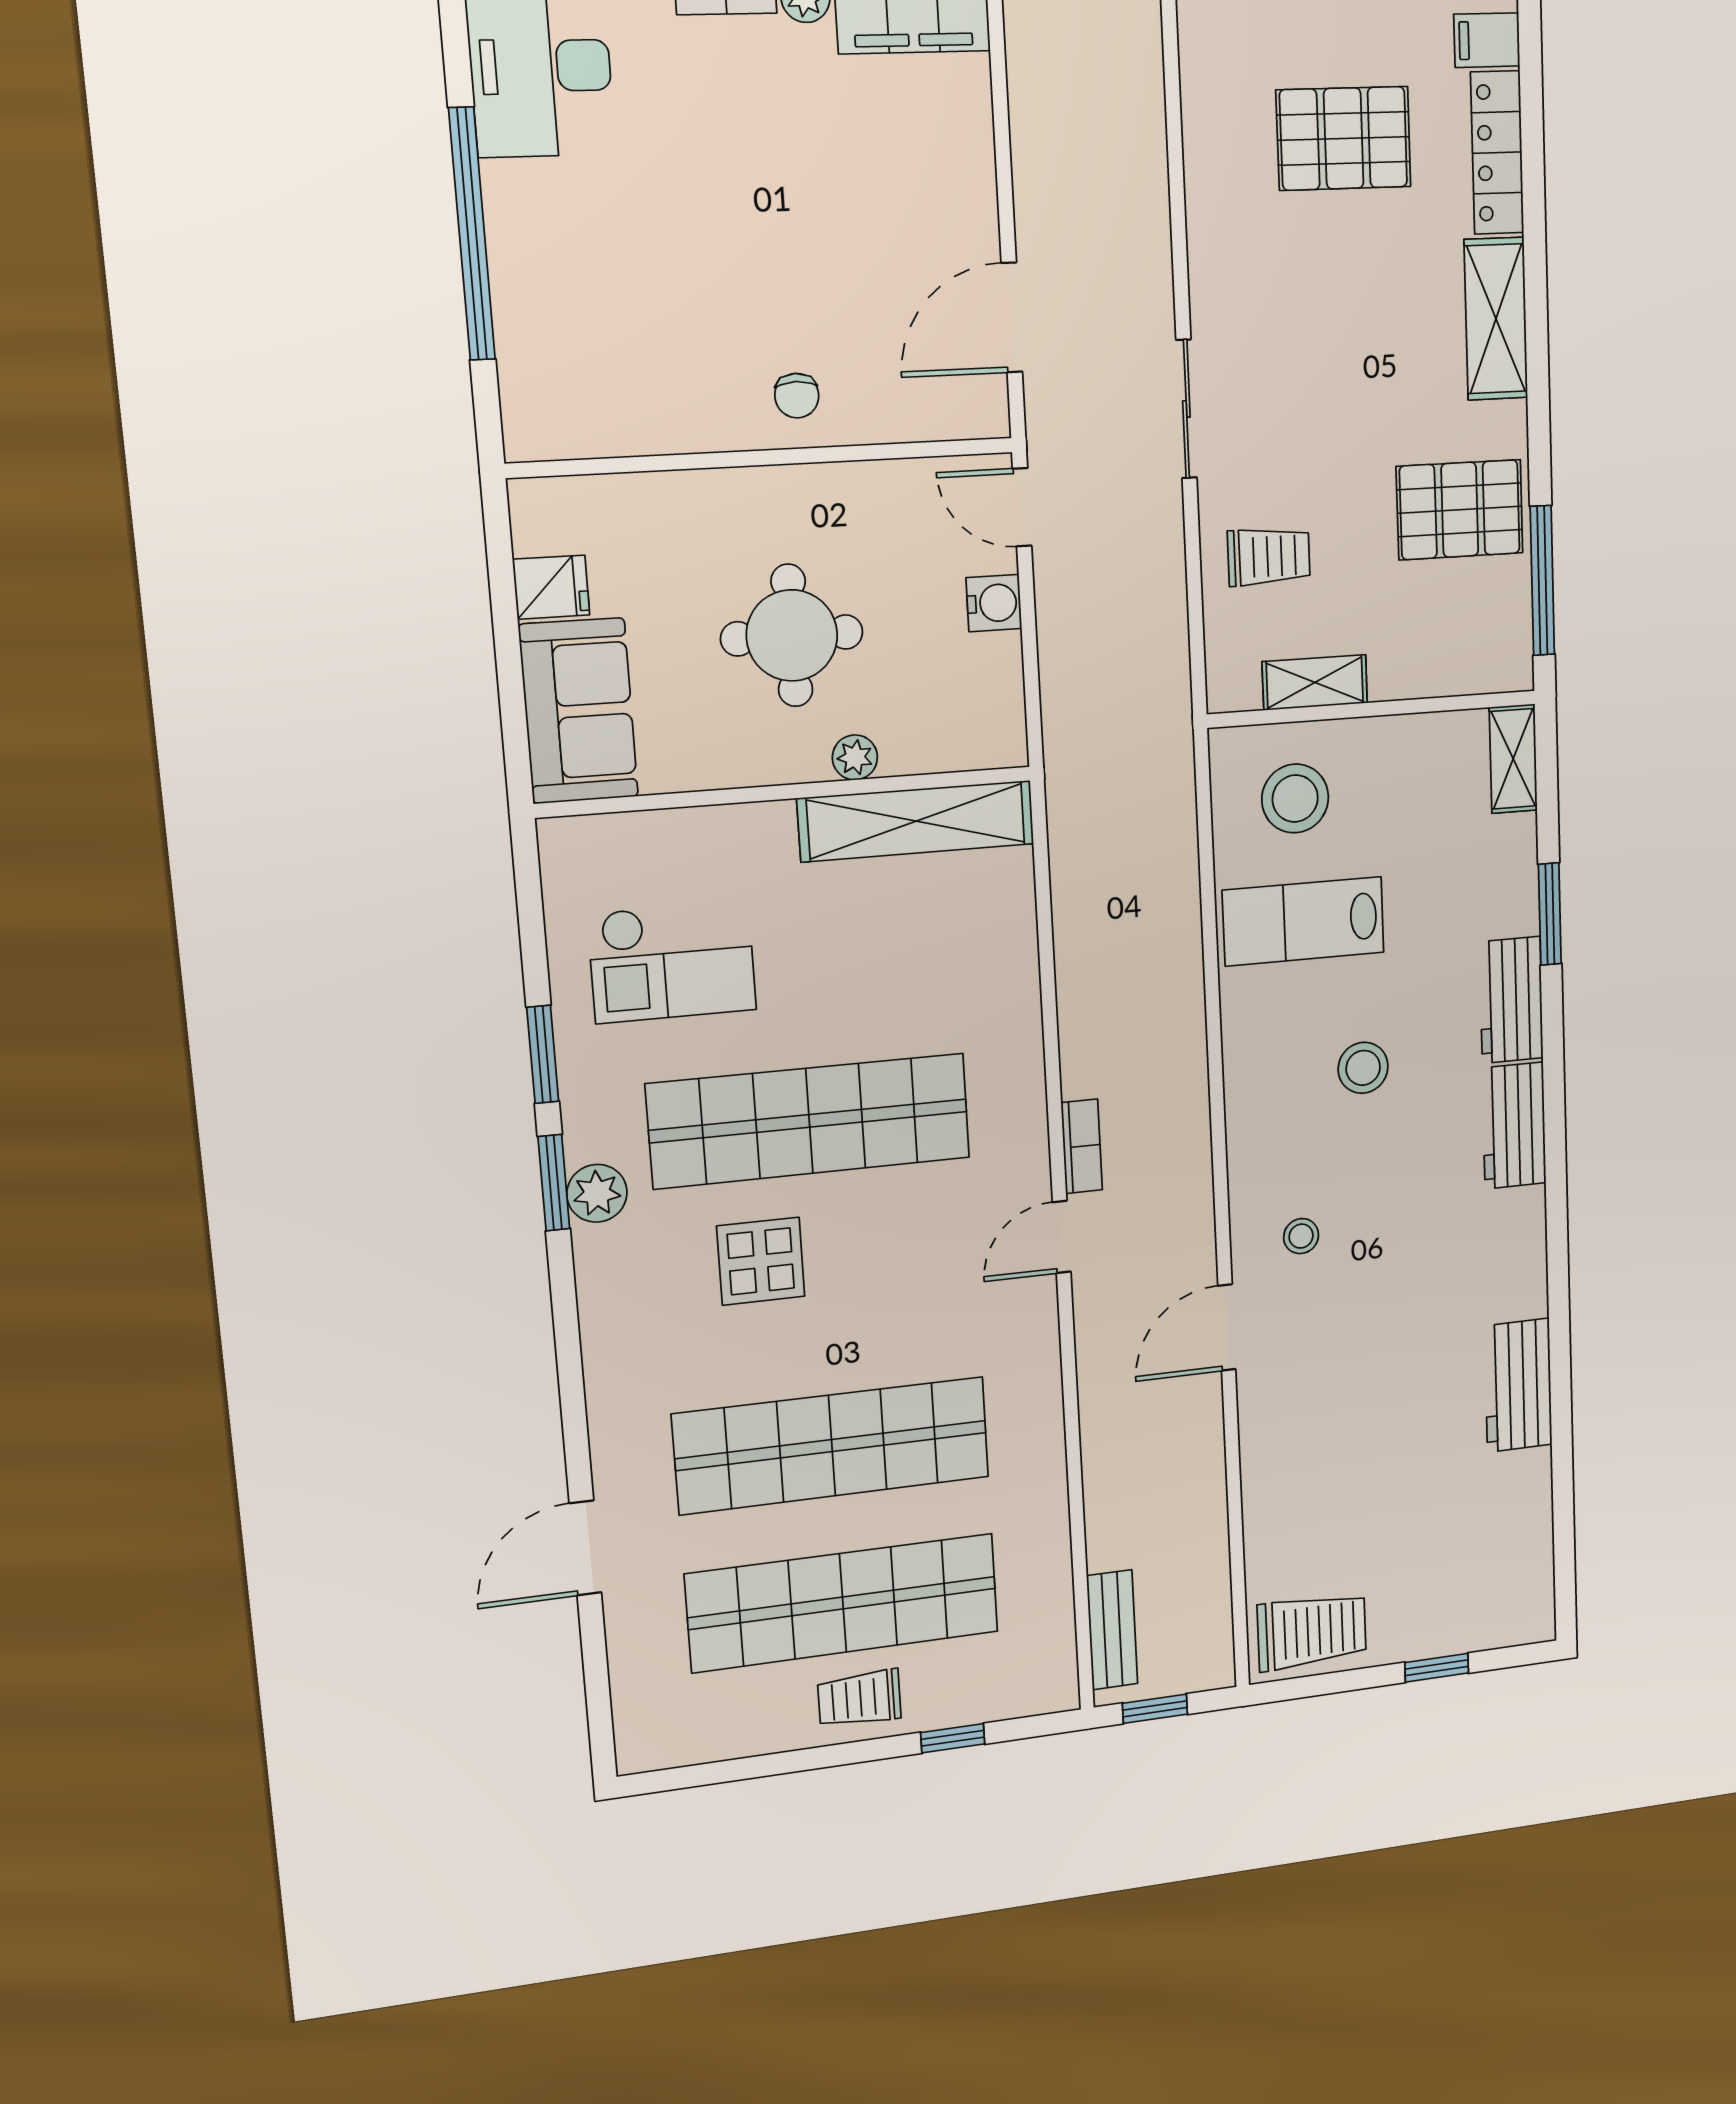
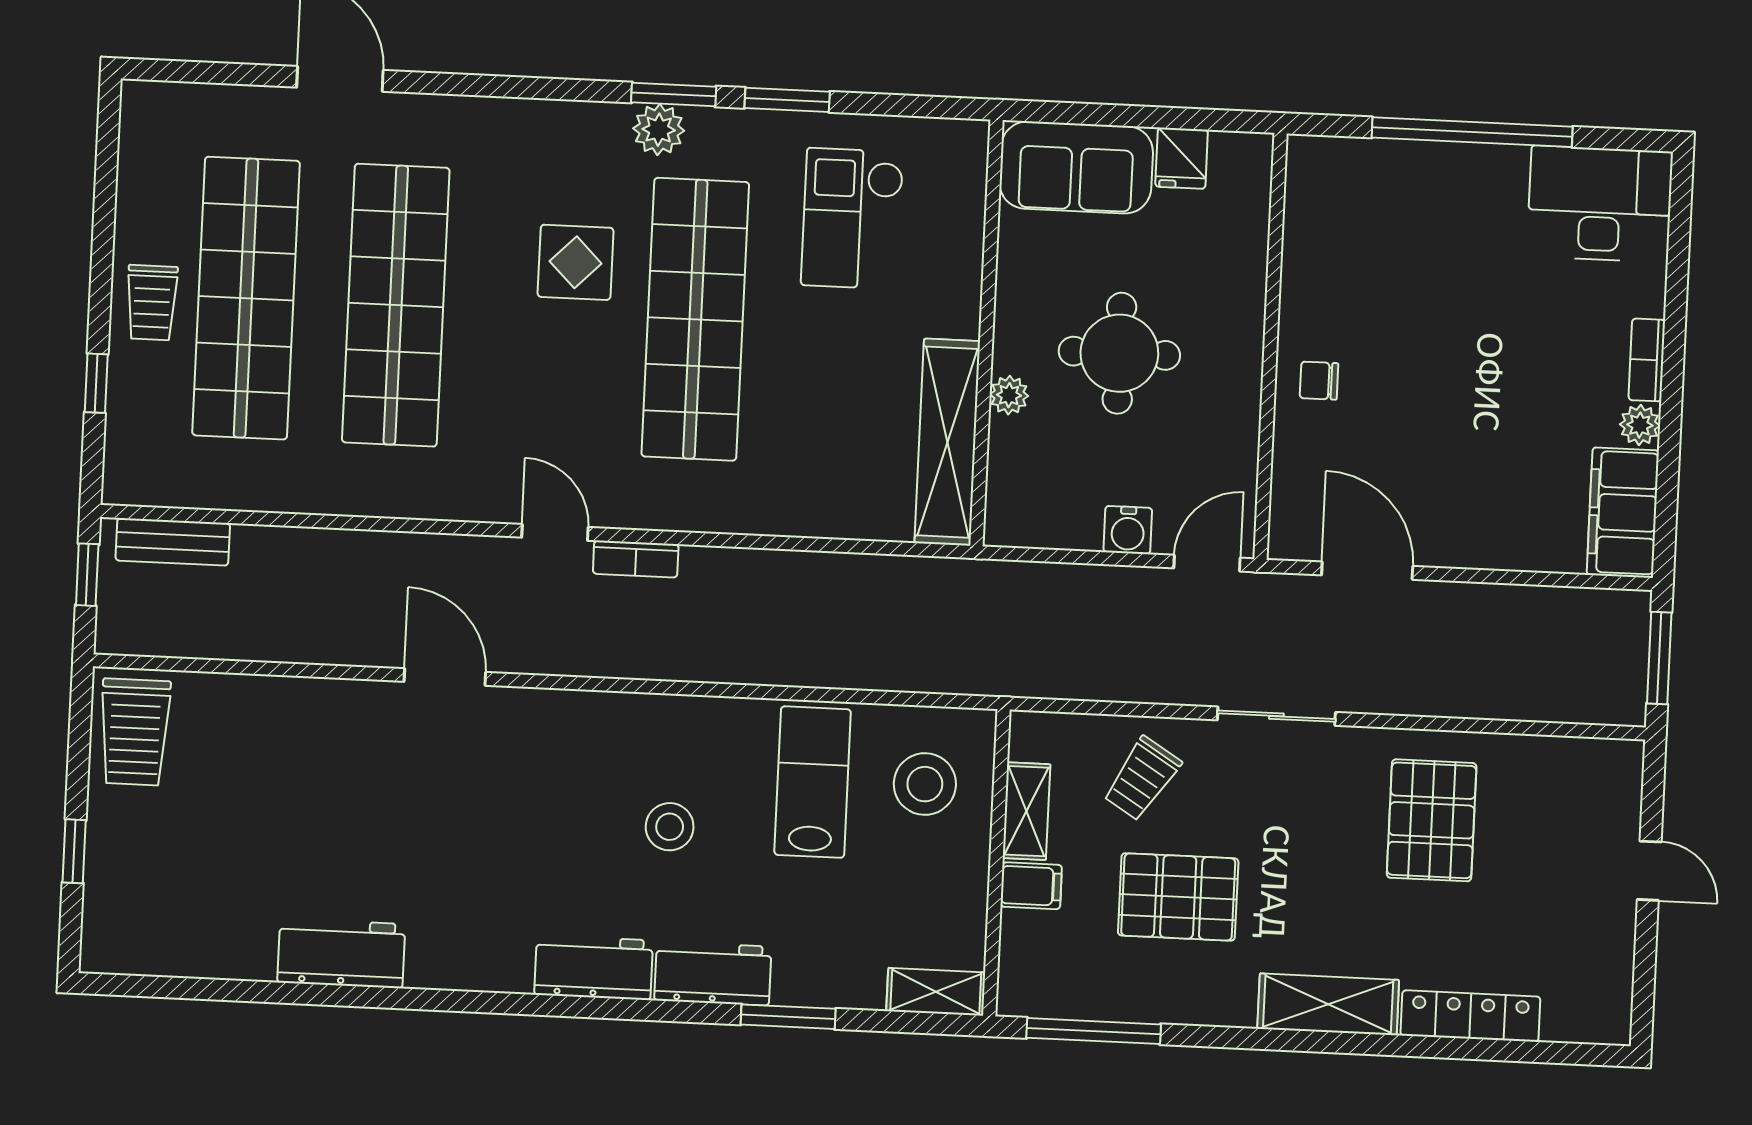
filing cabinet: (1487, 40) -> (1031, 886), moved, turned 90
pallet: (1344, 138) -> (1432, 820), moved
pallet: (1460, 510) -> (1178, 897), moved, turned 90
trolley: (1269, 556) -> (1142, 779), turned 32
stool: (1301, 1236) -> (520, 755), removed
trolley: (859, 1699) -> (152, 303), turned 180

